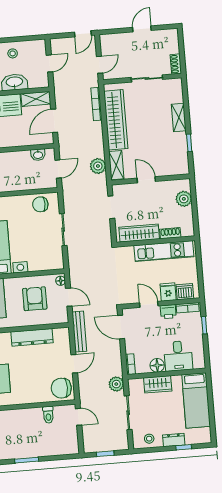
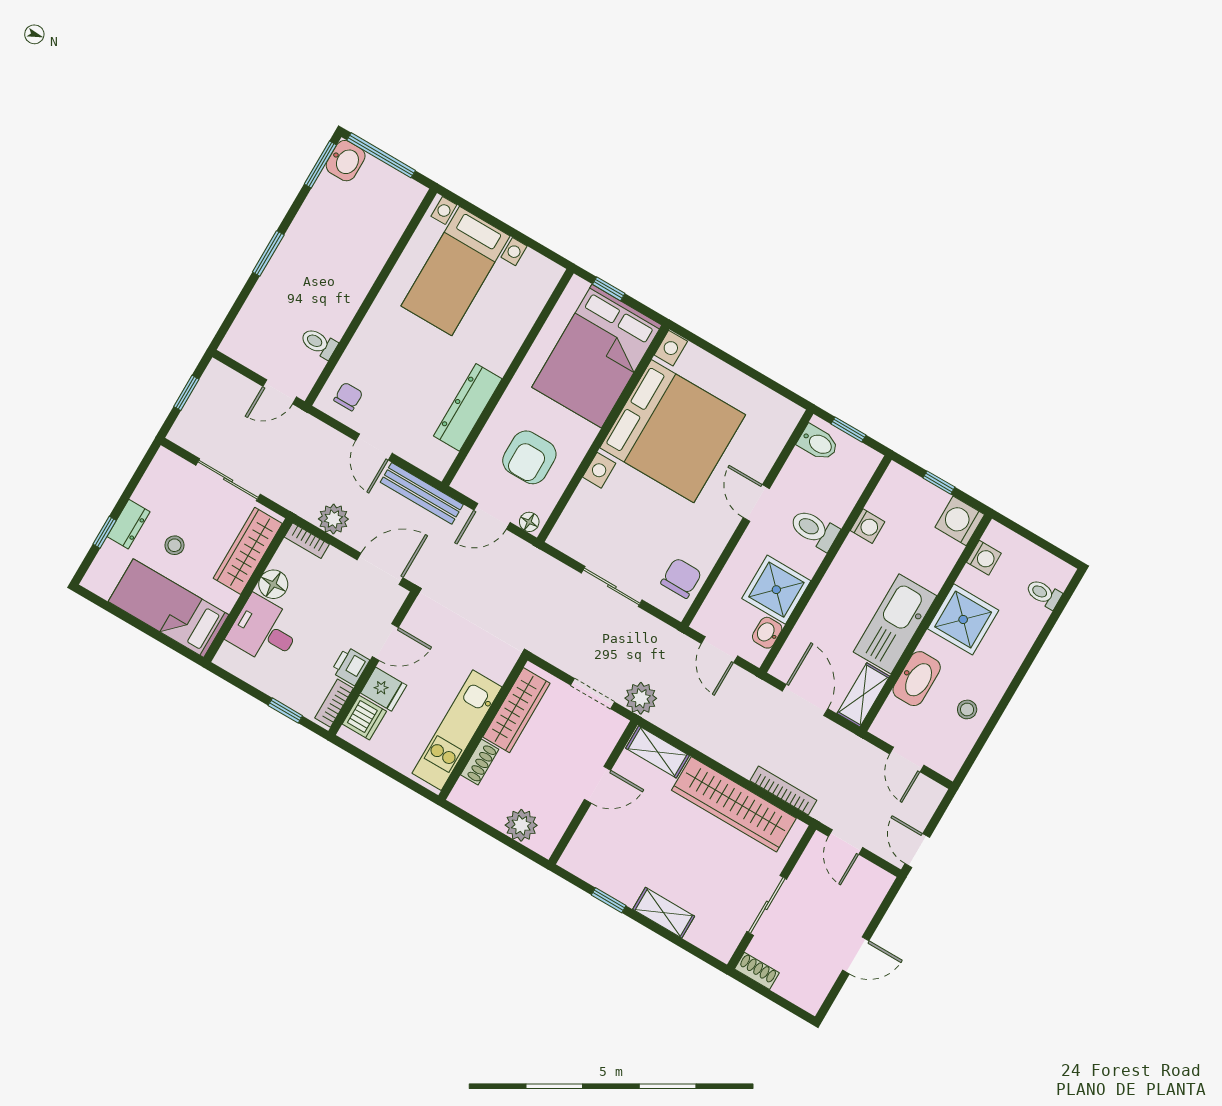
door: (142, 29) -> (856, 955), hinge flipped
shower: (18, 163) -> (776, 590), added
plant: (98, 166) -> (641, 698), moved
armchair: (35, 299) -> (529, 457), turned 90
plant: (116, 384) -> (333, 519), moved
wardrobe: (158, 384) -> (248, 551), width x1.50
chair: (61, 388) -> (348, 397), width x0.54, depth x0.54
stool: (149, 439) -> (174, 545), moved

